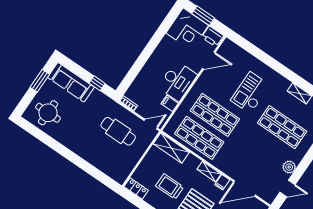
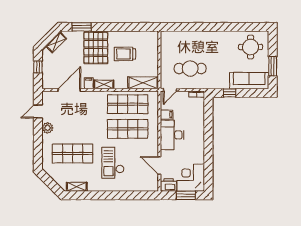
door: (209, 61) -> (159, 166), hinge flipped
checkout: (250, 93) -> (113, 163), turned 180
trolley: (170, 187) -> (125, 54), turned 180
locker: (136, 189) -> (148, 36), removed

